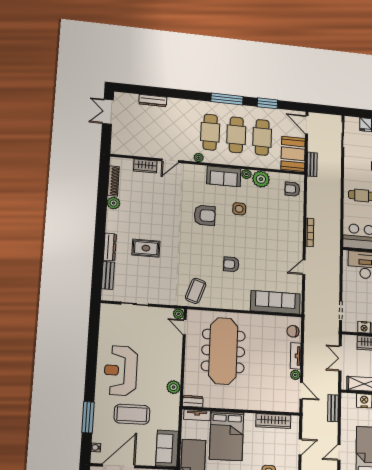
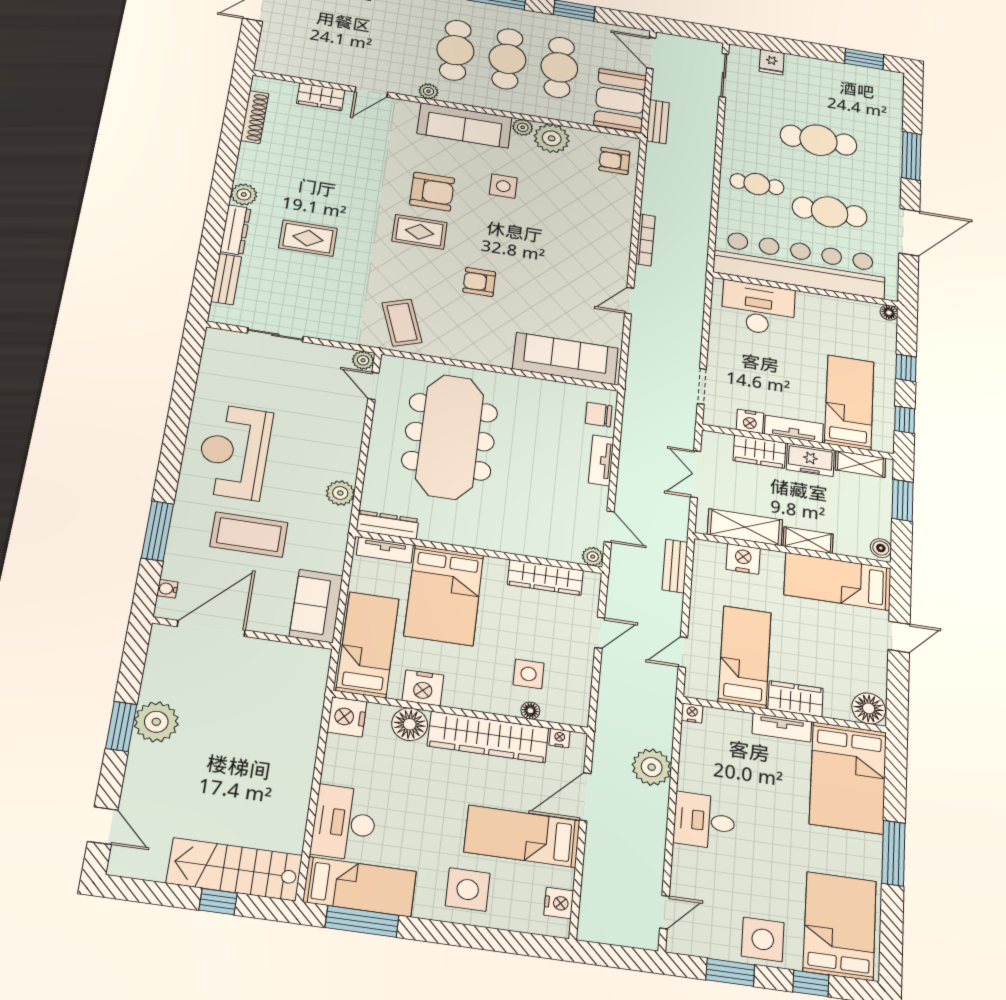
sofa: (224, 176) -> (464, 125), width x1.36
plant: (114, 203) -> (244, 194), moved
rug: (200, 239) -> (419, 232), added
coffee table: (196, 291) -> (402, 323), turned -38
plant: (295, 375) -> (593, 557), moved
dresser: (193, 401) -> (387, 525), width x1.44

